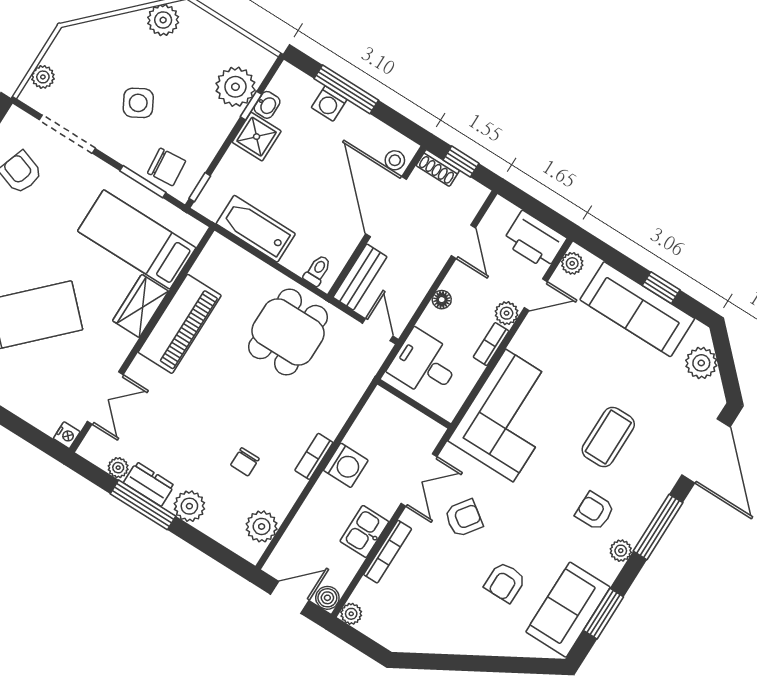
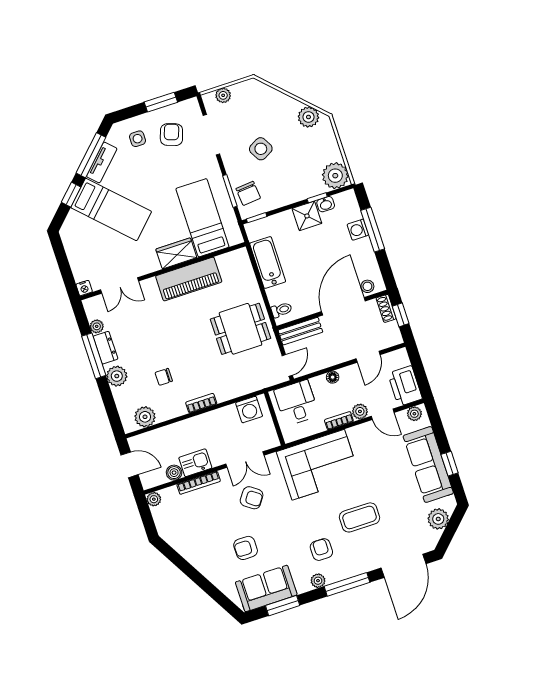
plant: (235, 87) -> (335, 176), moved
washing machine: (346, 465) -> (249, 410), moved
boiler: (327, 598) -> (174, 473), moved

